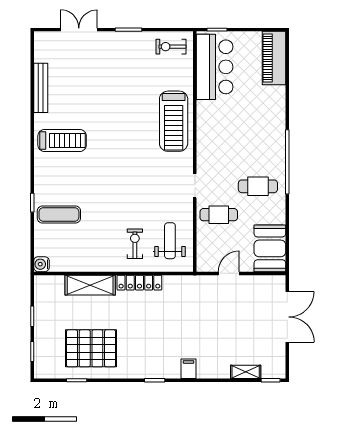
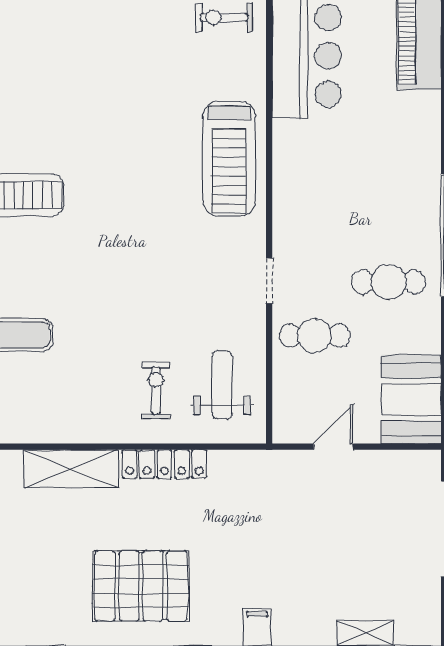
pallet: (91, 348) -> (141, 586), moved

